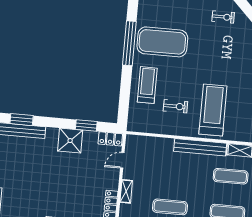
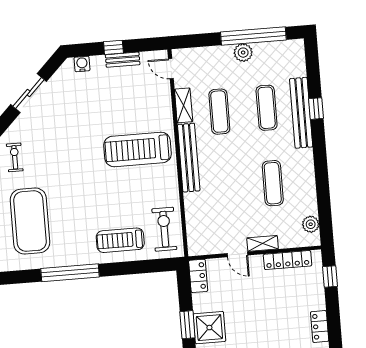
exercise mat: (162, 42) -> (30, 221), moved
exercise bike: (175, 106) -> (164, 229), moved, width x1.38, depth x1.39
window: (86, 125) -> (187, 325), moved
door: (122, 160) -> (237, 254), moved

